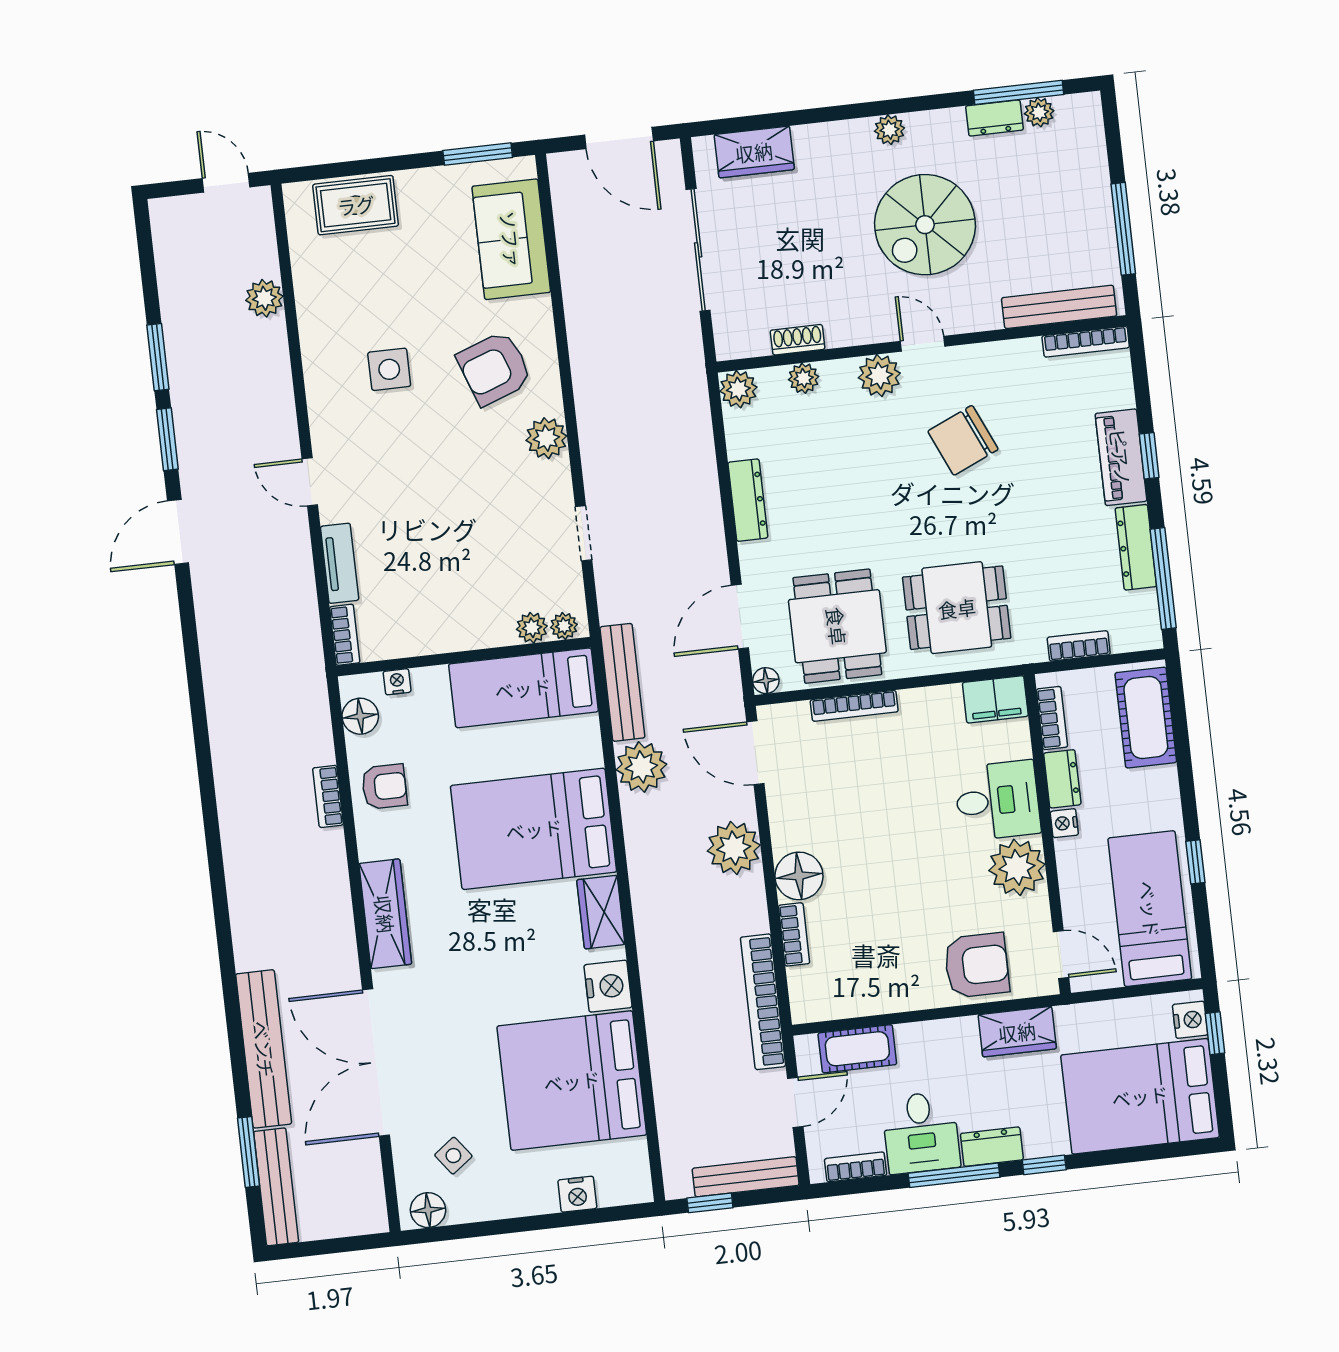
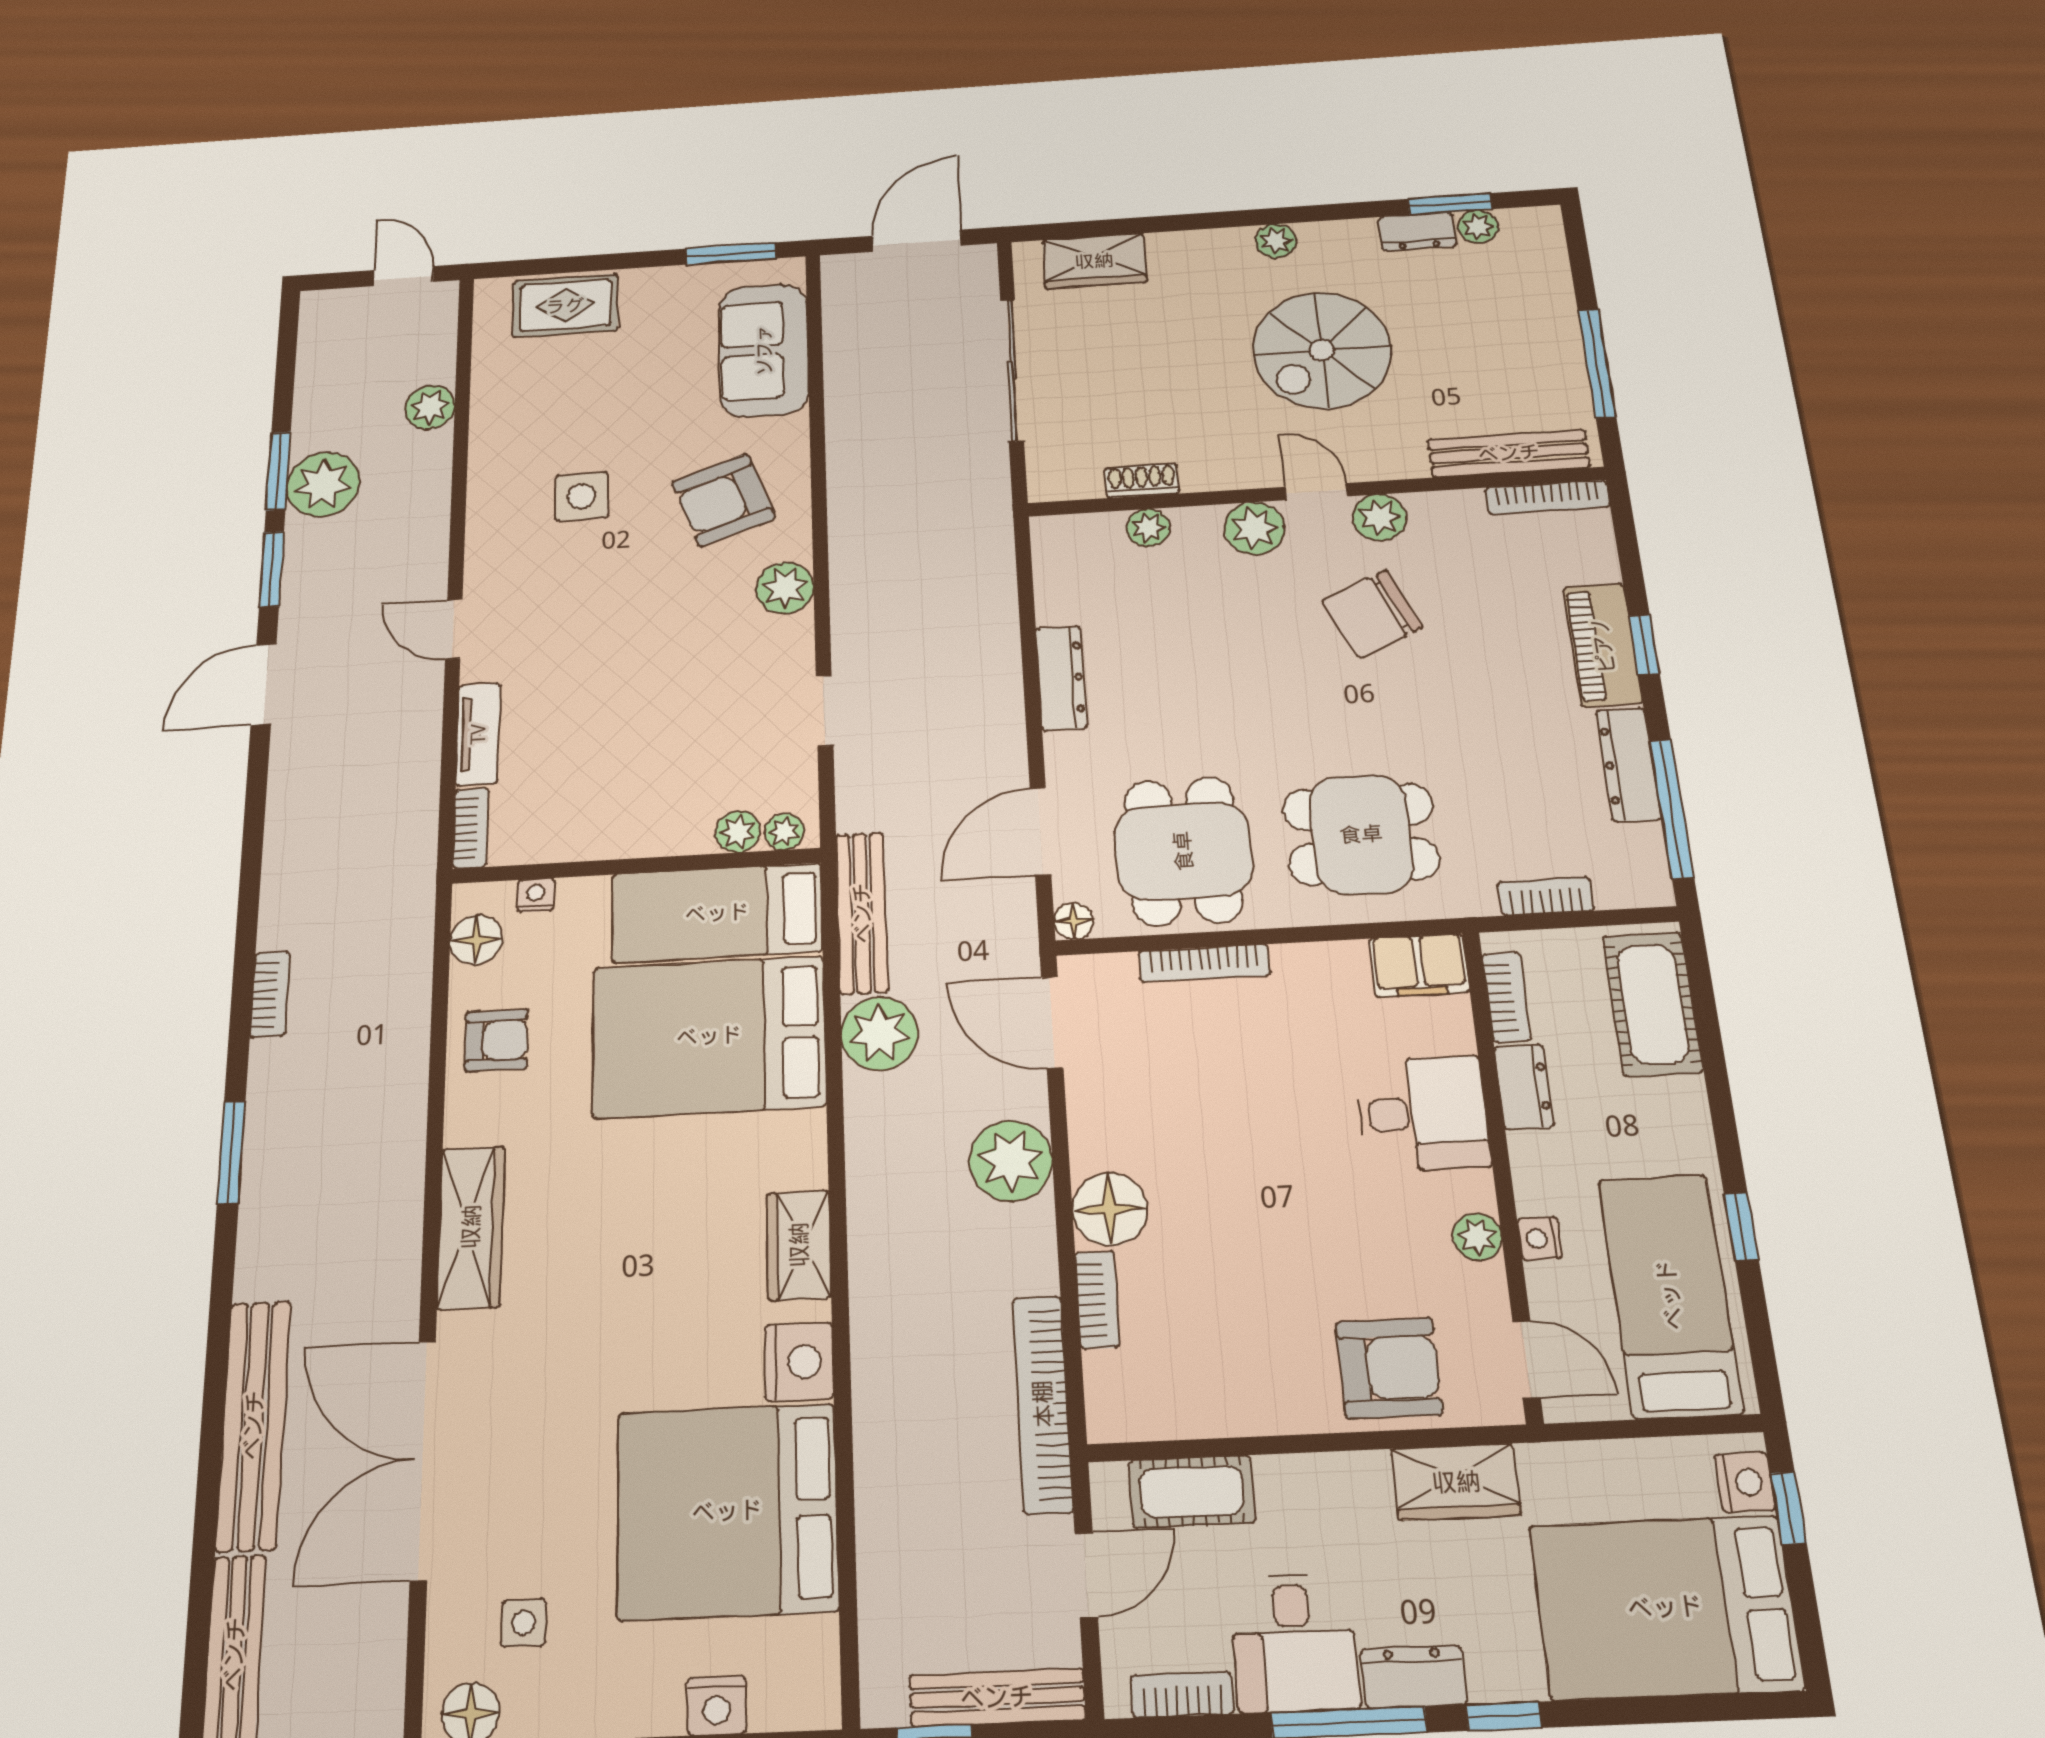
window: (1018, 92) -> (1450, 204), width x0.69
door: (619, 138) -> (917, 241), swing flipped
plant: (194, 367) -> (323, 484), added
plant: (738, 389) -> (1379, 517), moved
bookcase: (328, 796) -> (270, 994), moved, turned 180
nightstand: (1064, 823) -> (1540, 1238), moved
bed: (534, 829) -> (709, 1036), moved
plant: (1017, 867) -> (1477, 1237), width x0.53, depth x0.53
window: (249, 1152) -> (231, 1152), moved
side table: (453, 1156) -> (524, 1623), turned 37

